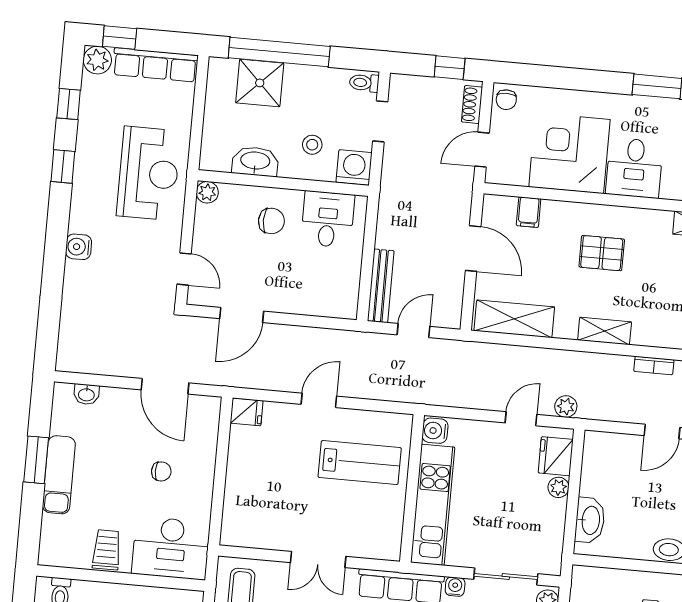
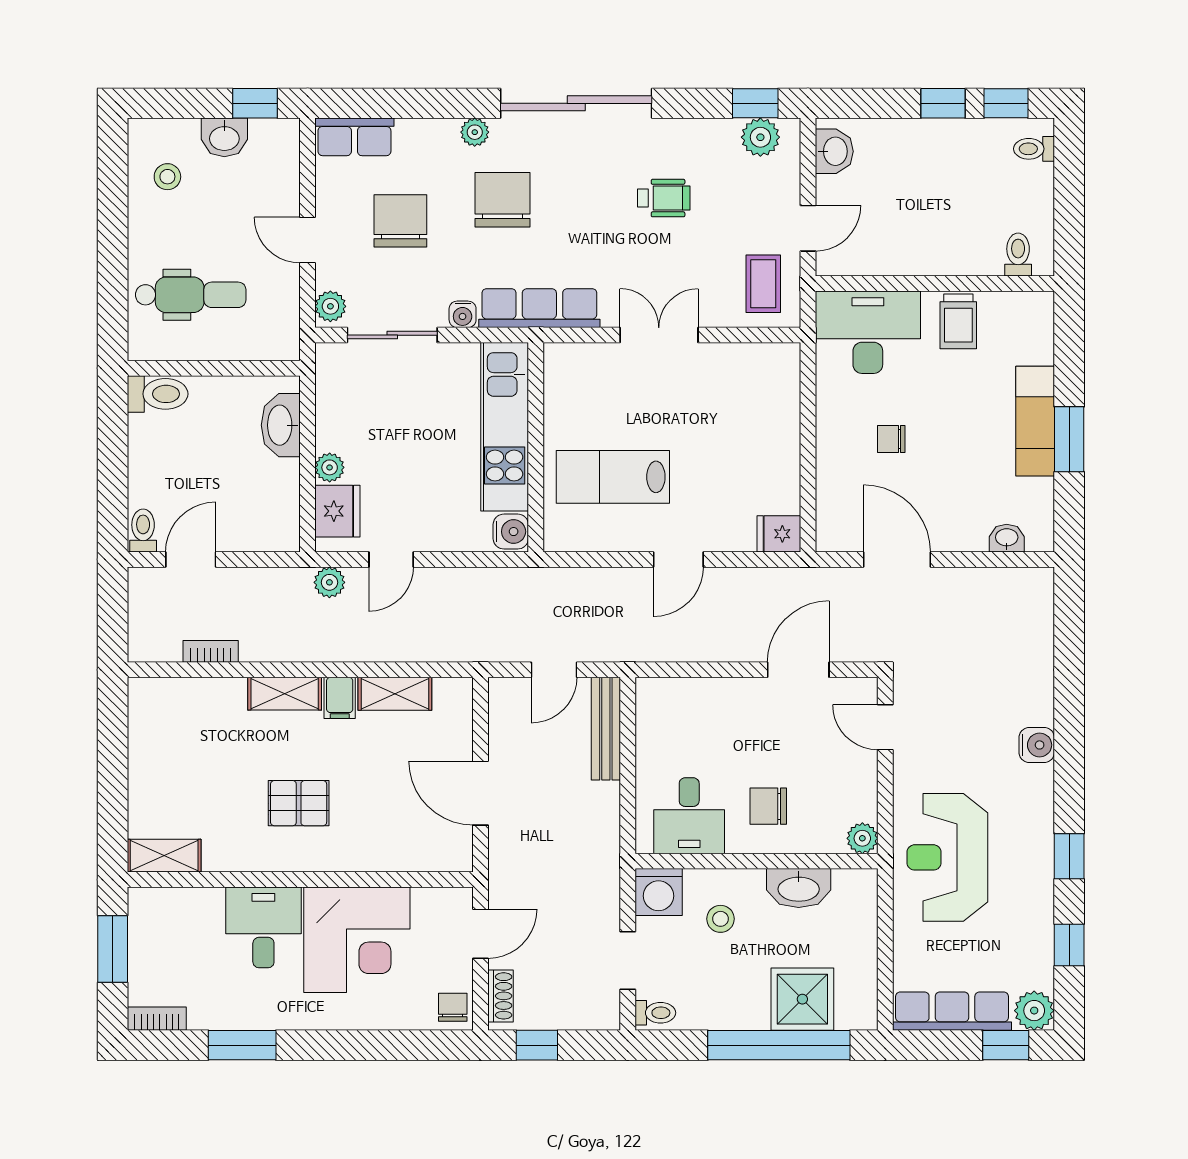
filing cabinet: (529, 212) -> (340, 698), moved, turned 180
shelving: (514, 319) -> (395, 694), width x0.67, depth x0.75

